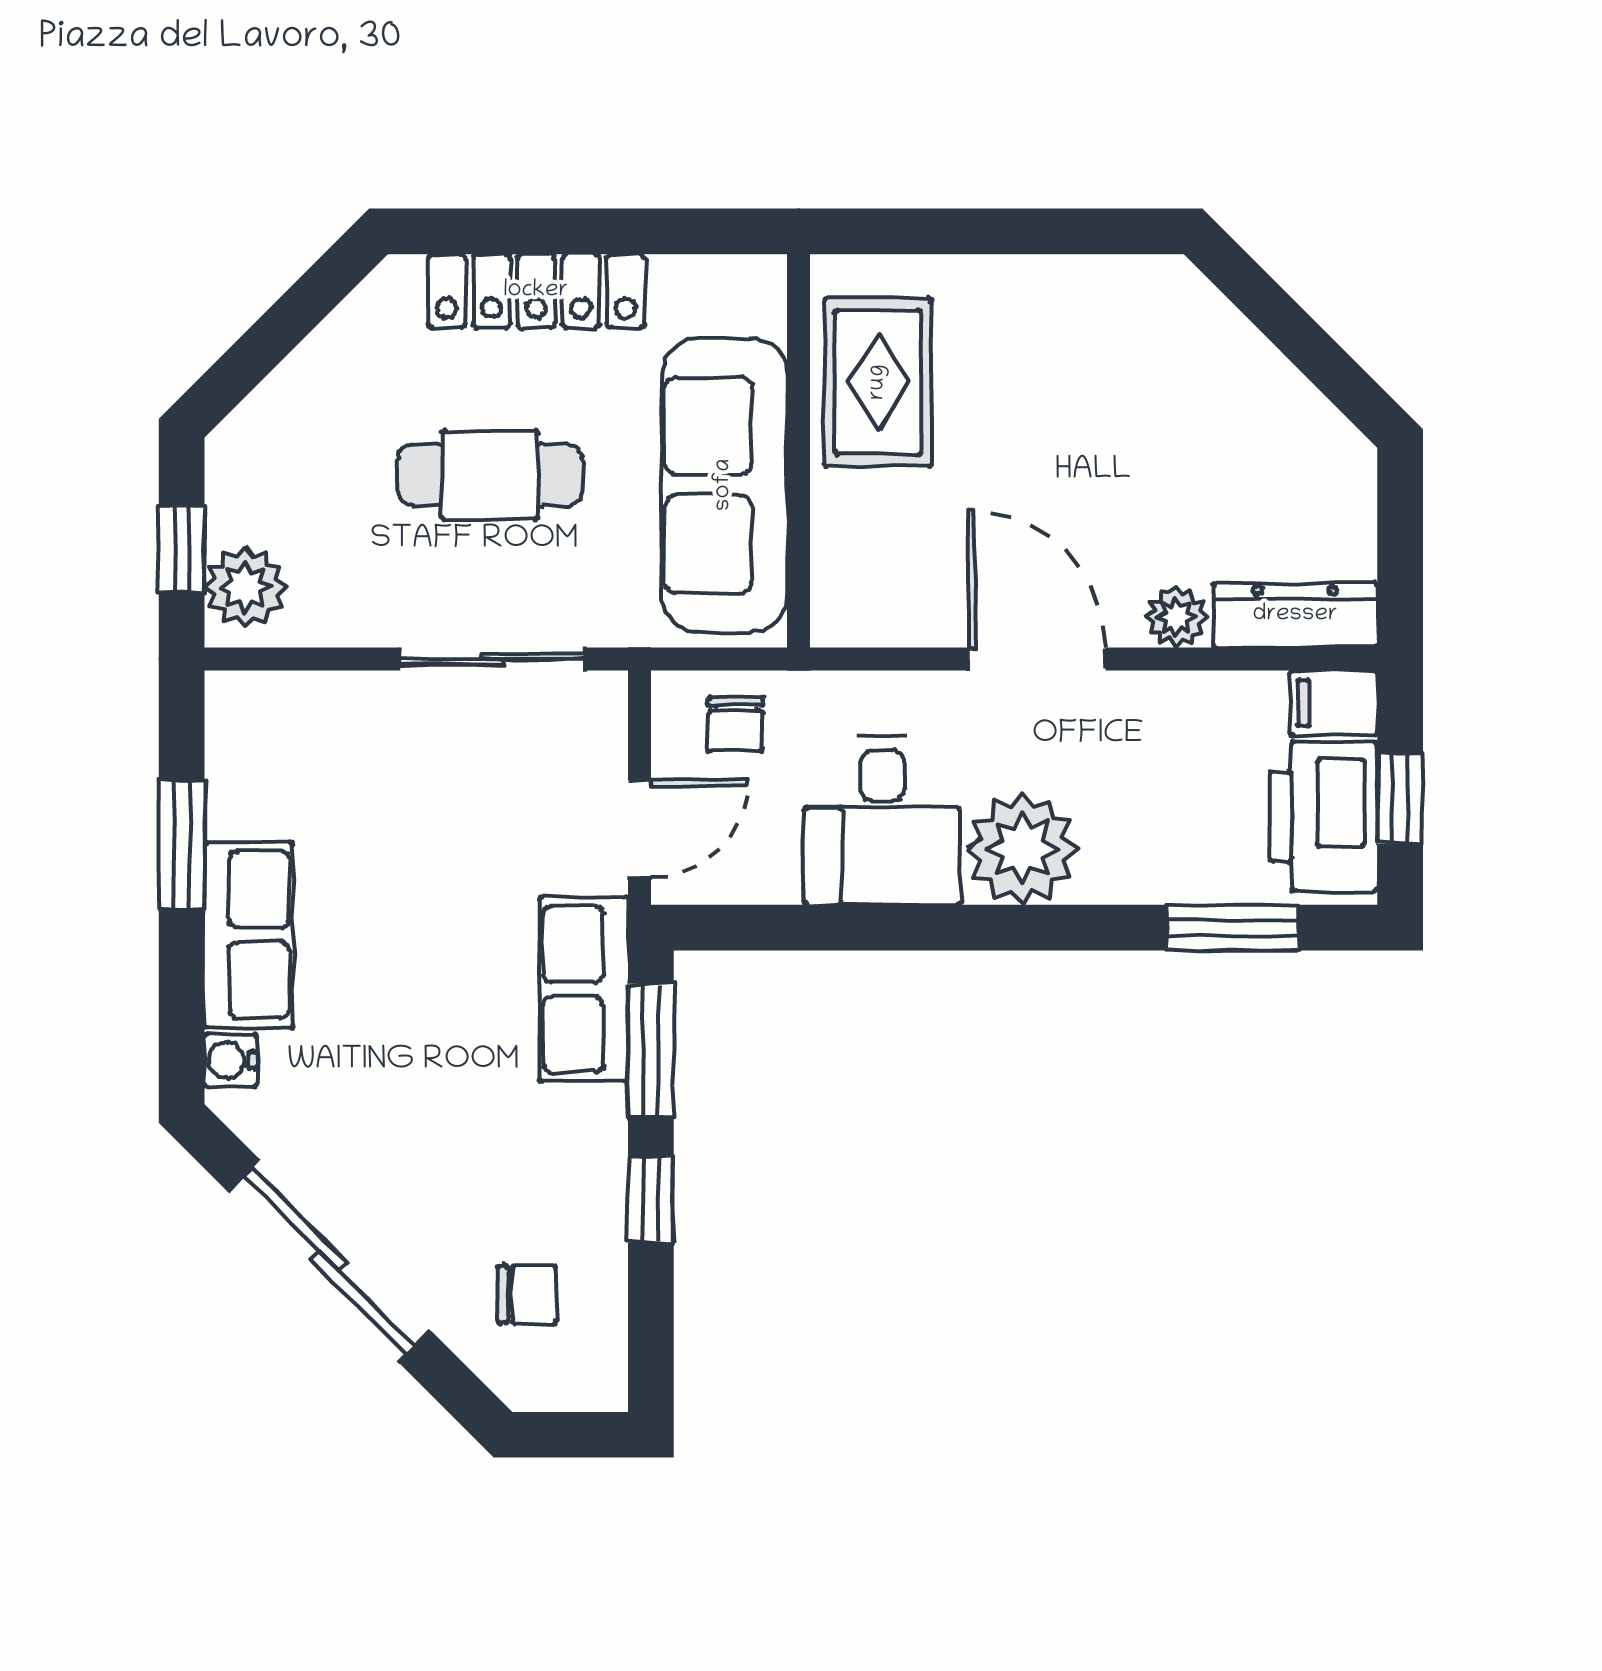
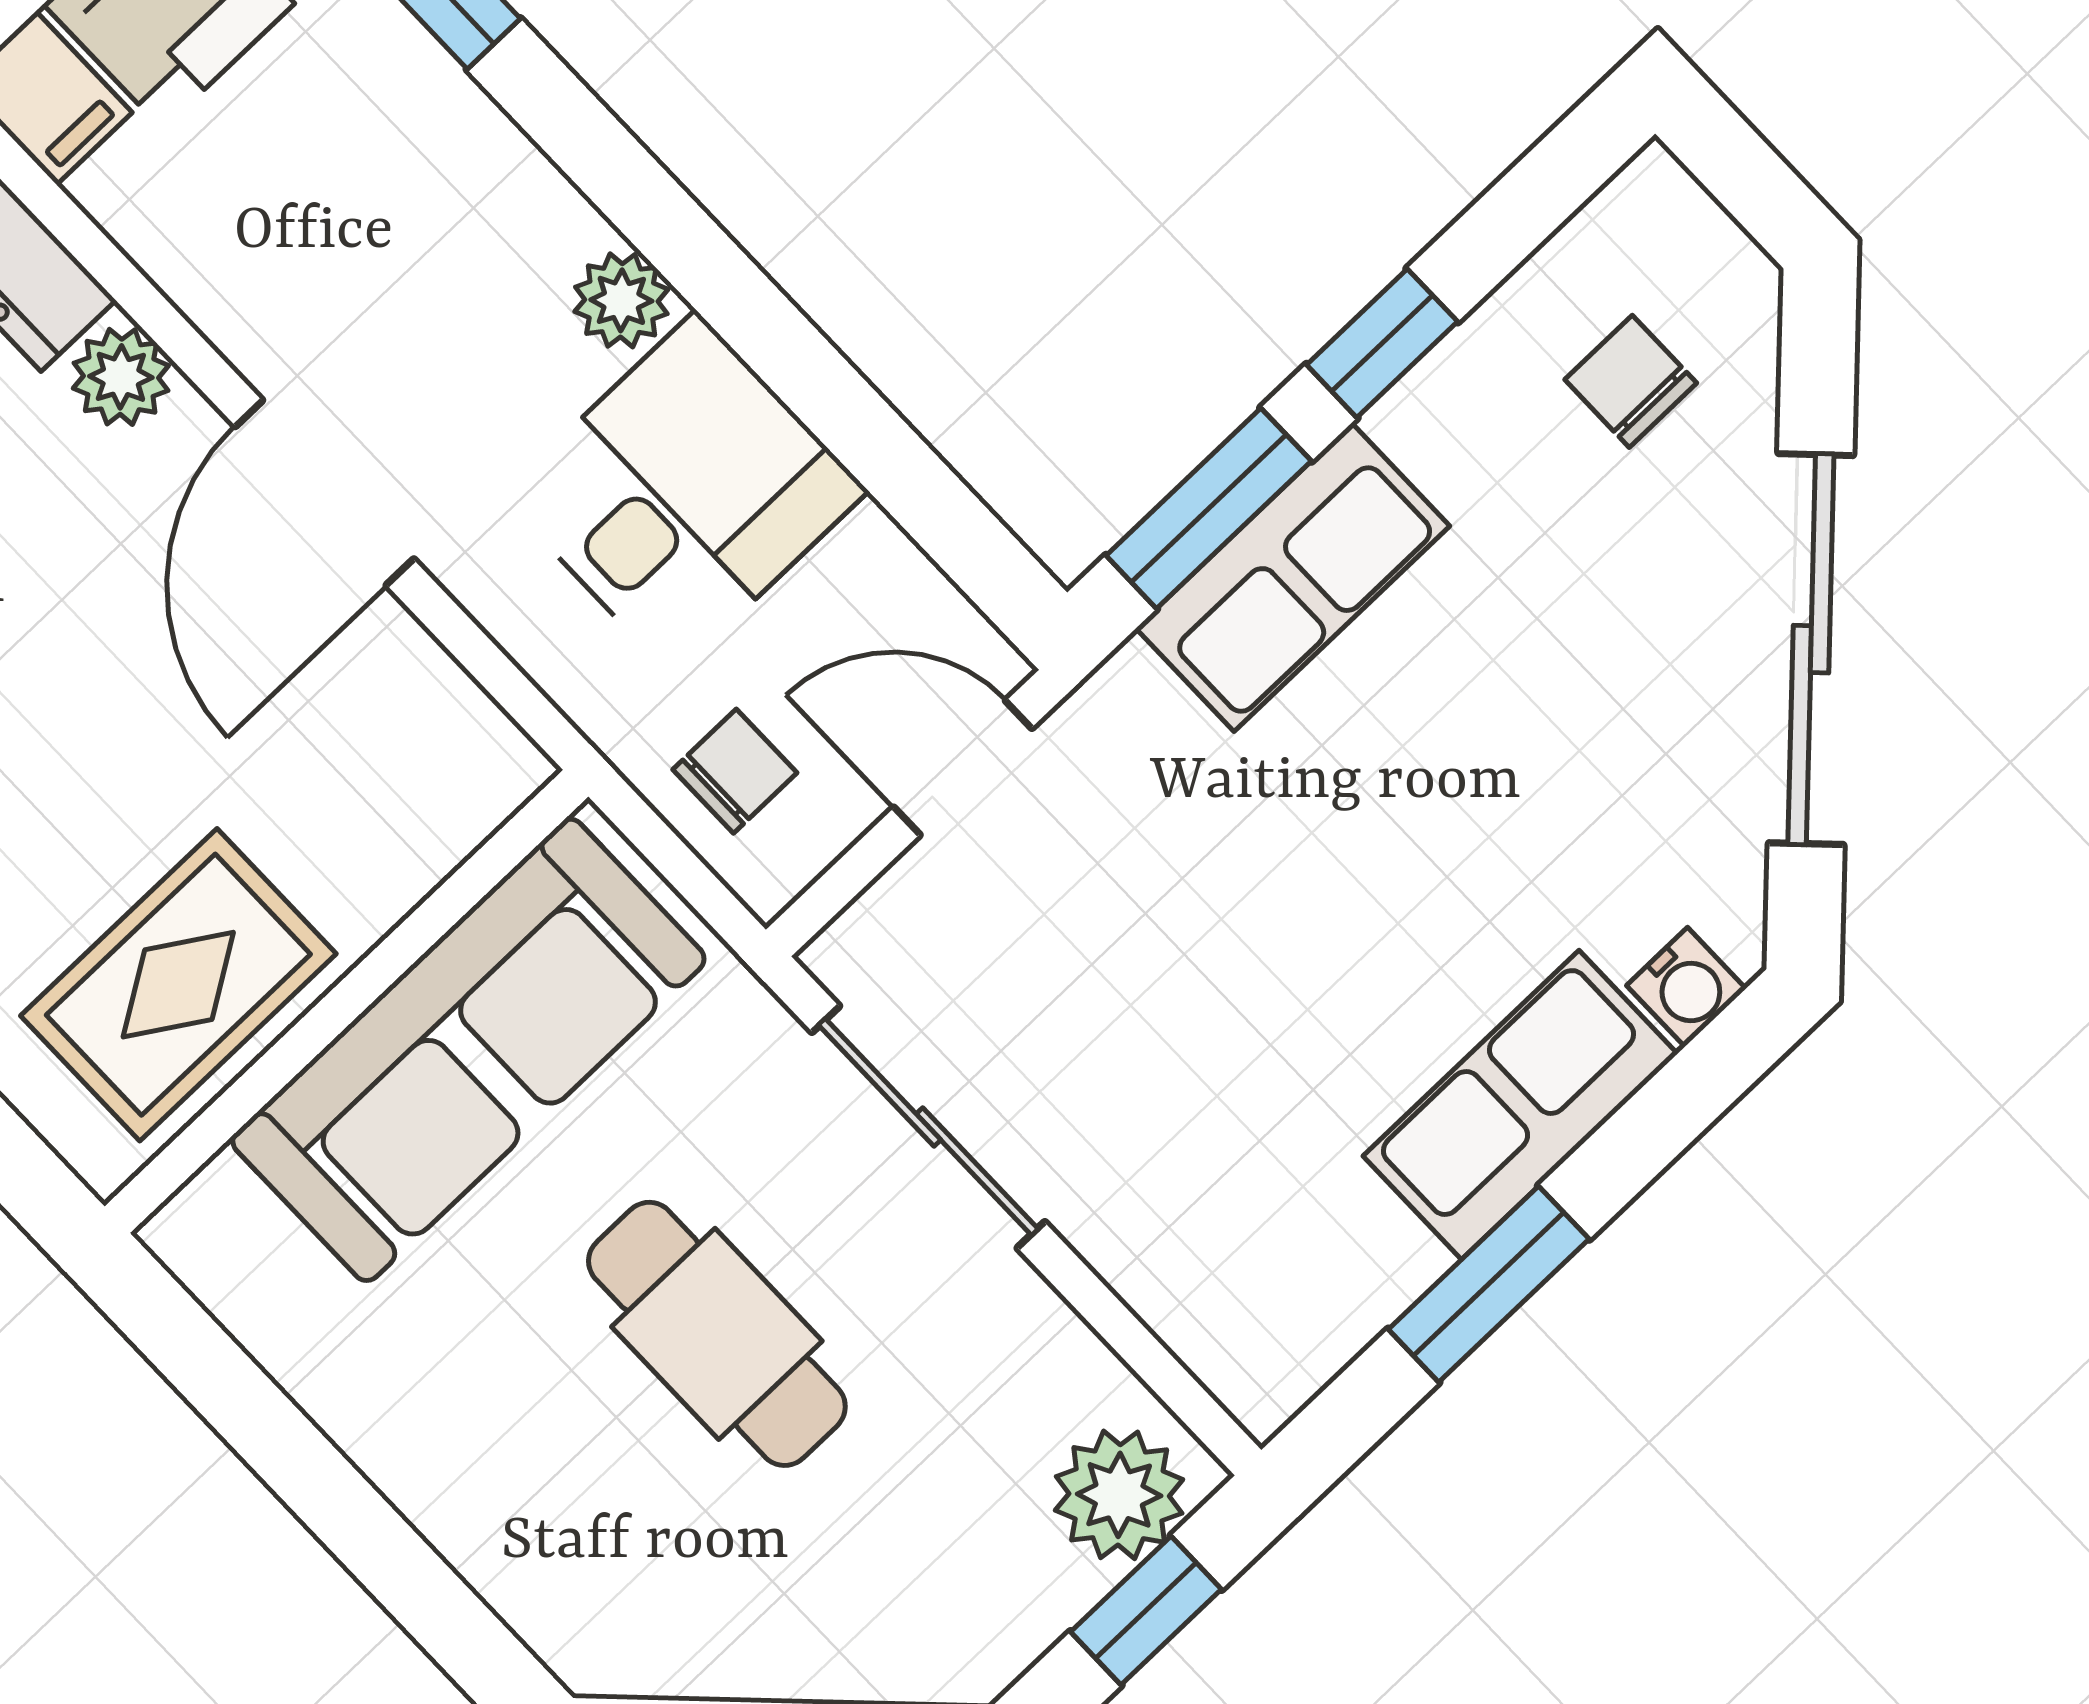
locker: (536, 291) -> (451, 1484), removed
plant: (1022, 849) -> (621, 300), width x0.53, depth x0.53
row of seats: (584, 989) -> (1293, 577), moved

